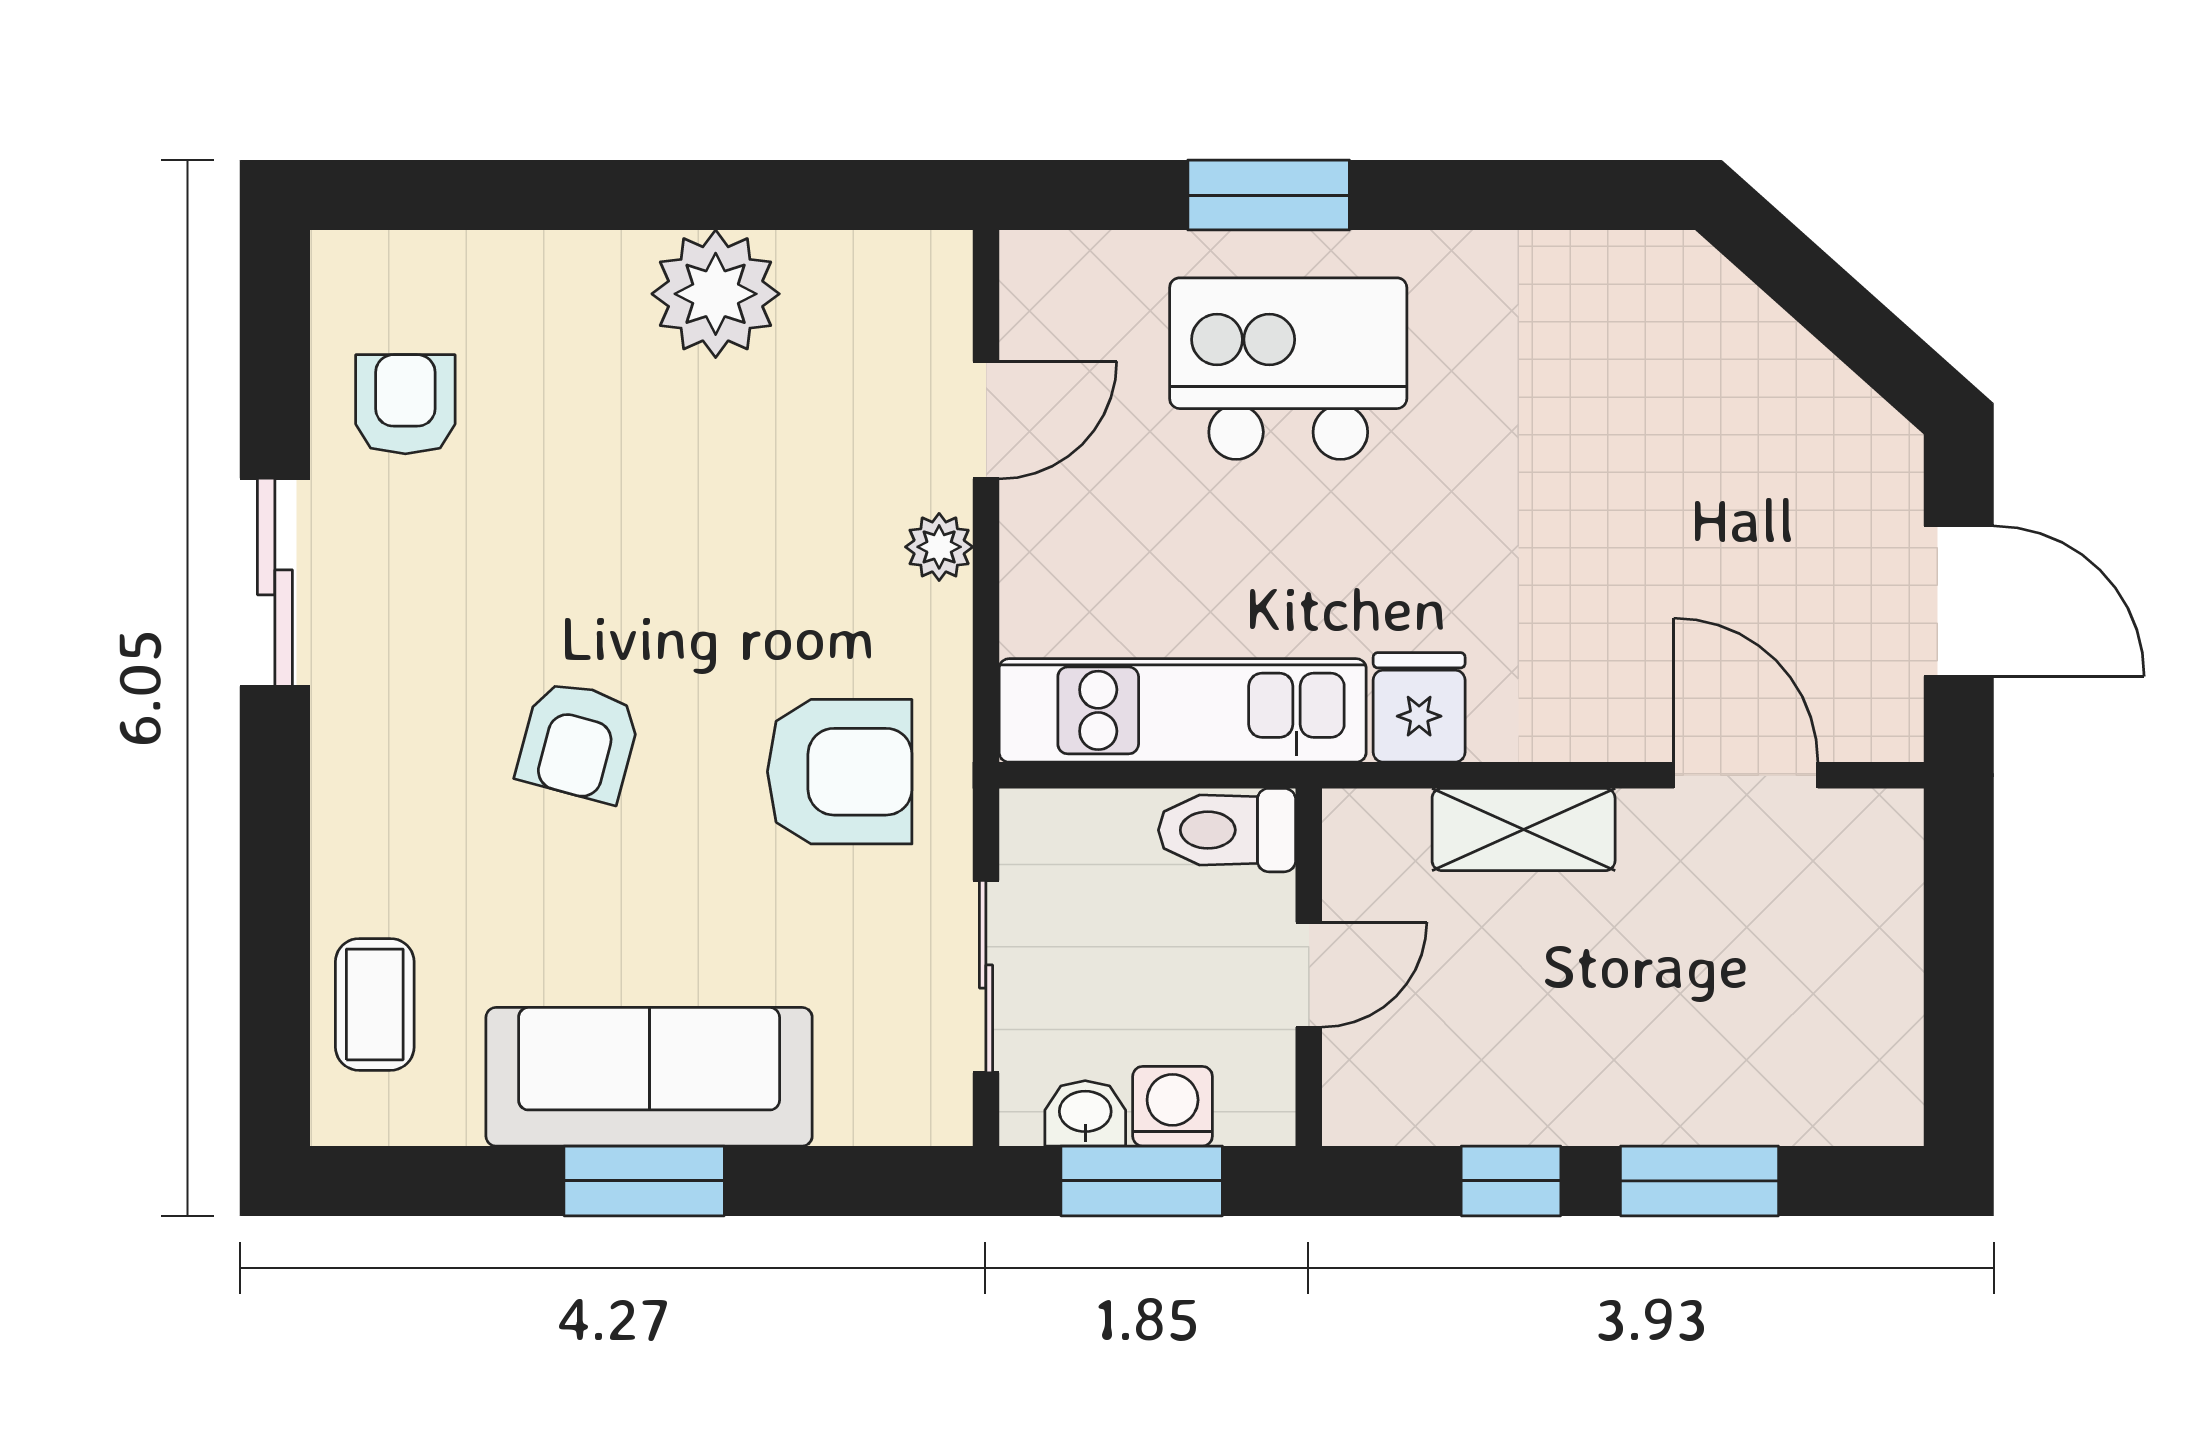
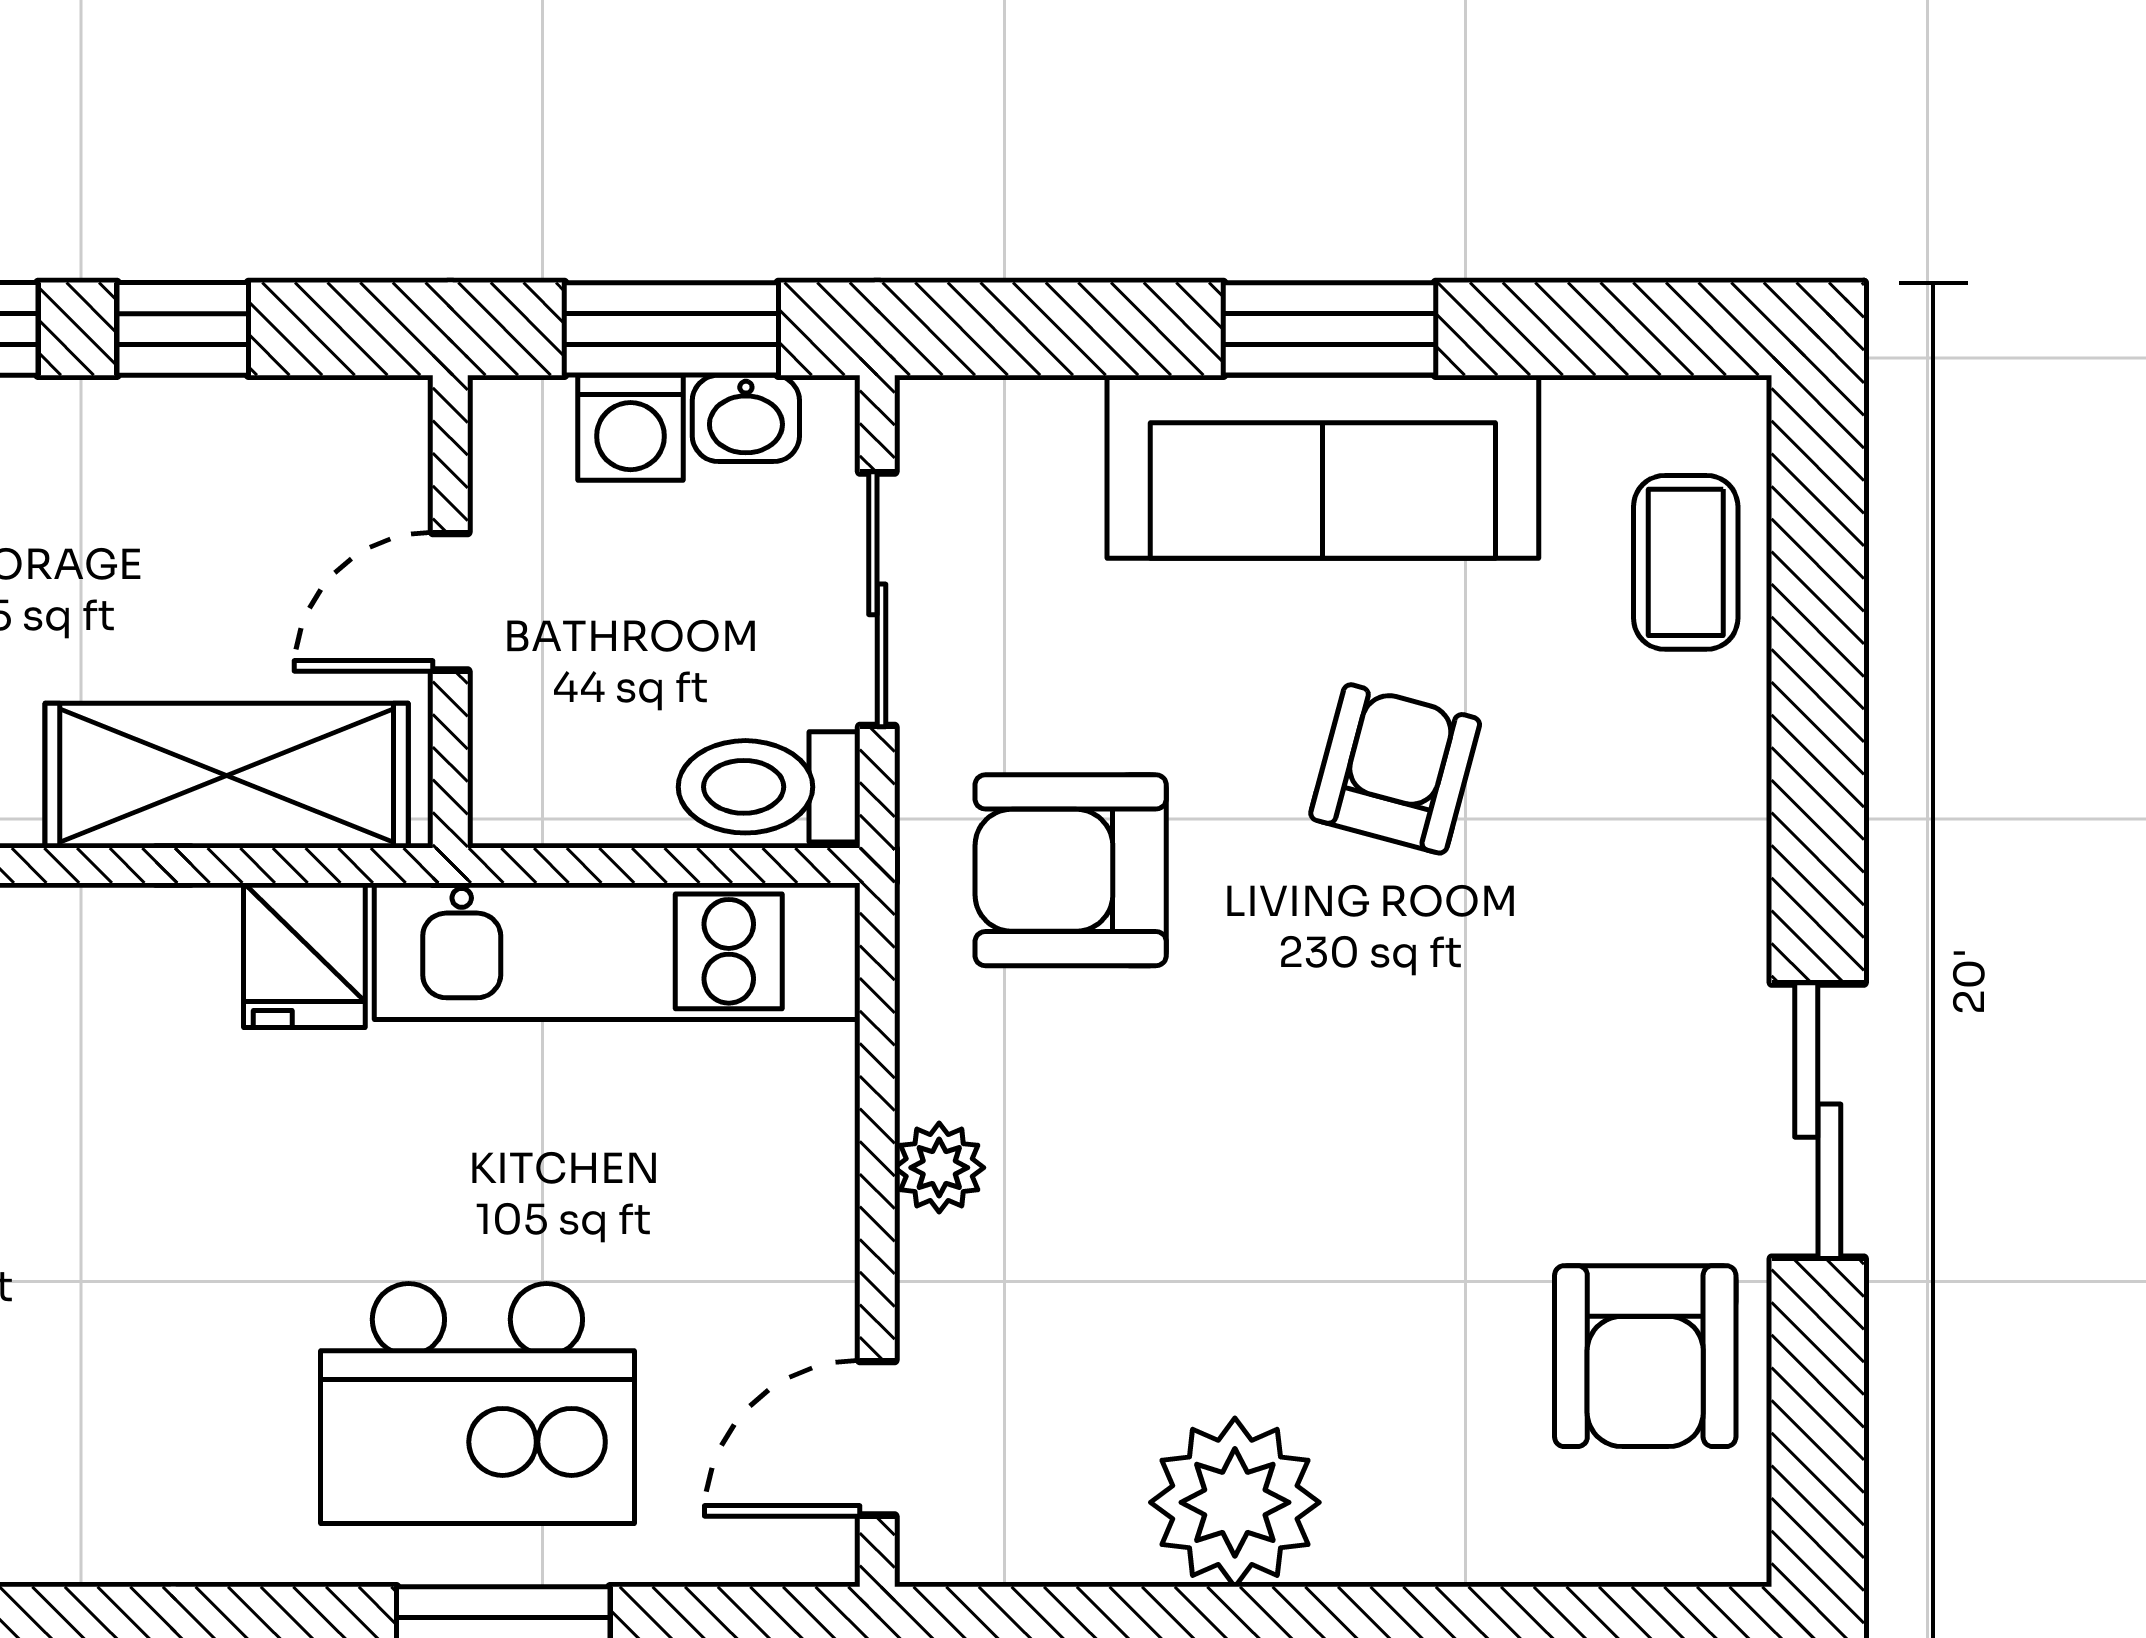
armchair: (405, 404) -> (1645, 1356), width x1.38, depth x1.38
door: (986, 420) -> (877, 1438), moved
armchair: (579, 741) -> (1395, 769), moved
shelving: (1524, 829) -> (227, 776), width x1.50, depth x1.33
toilet: (1227, 830) -> (769, 787), moved, turned 180

